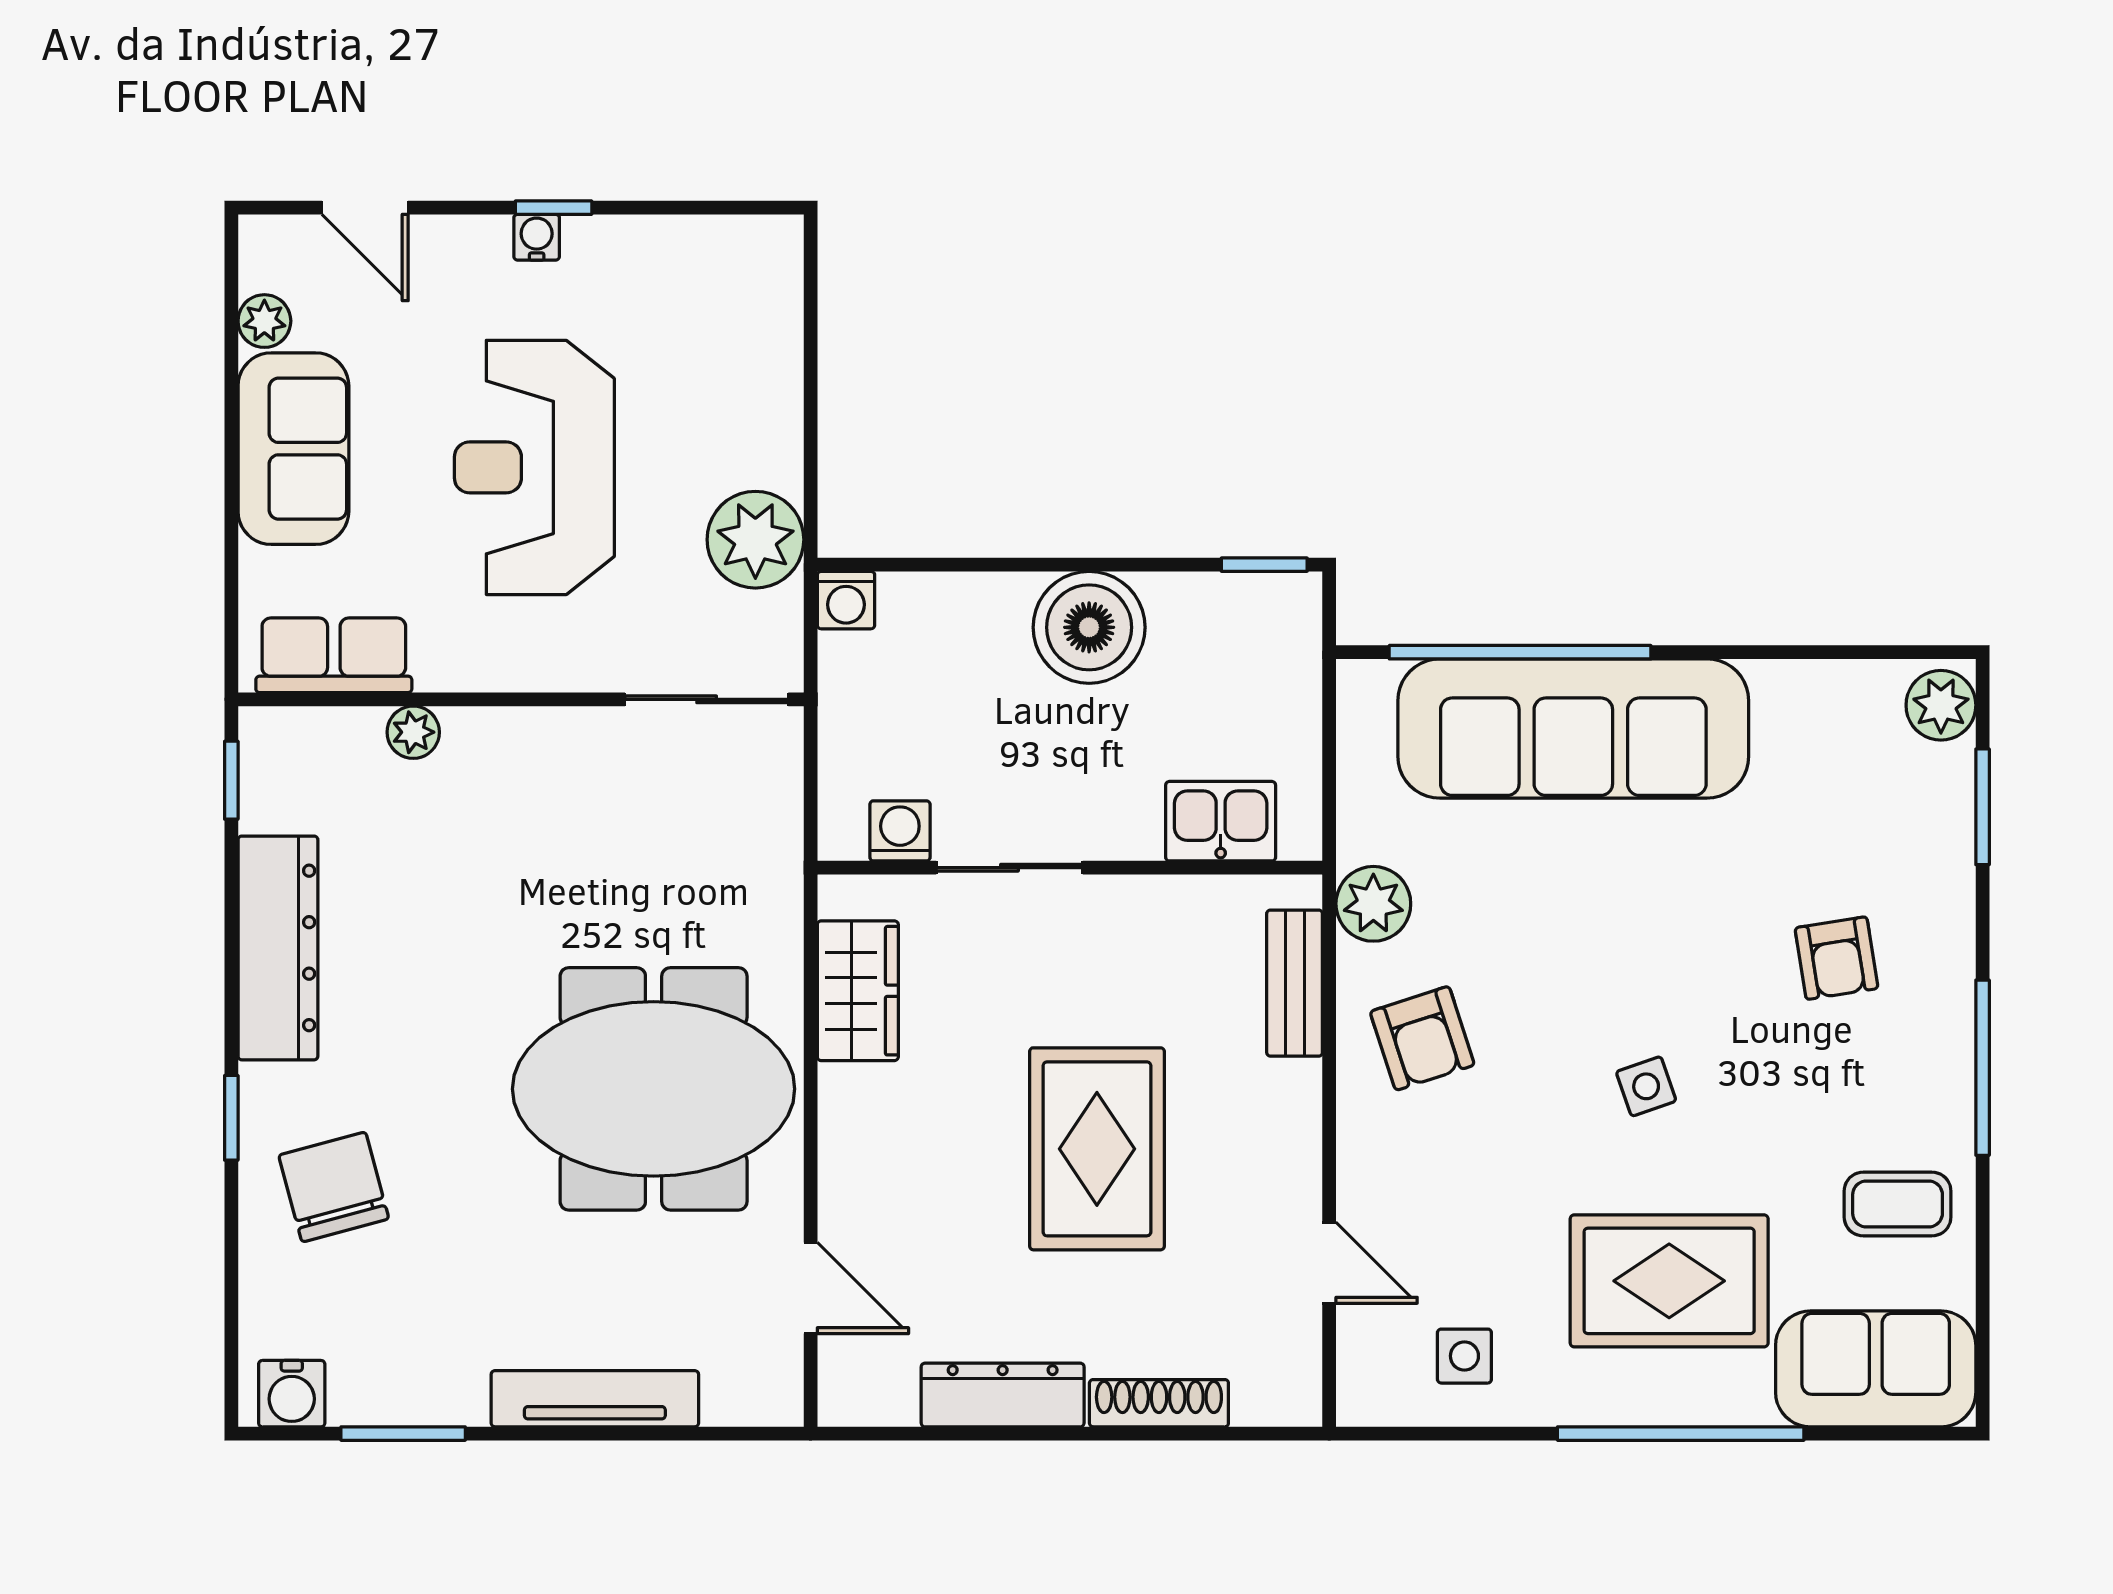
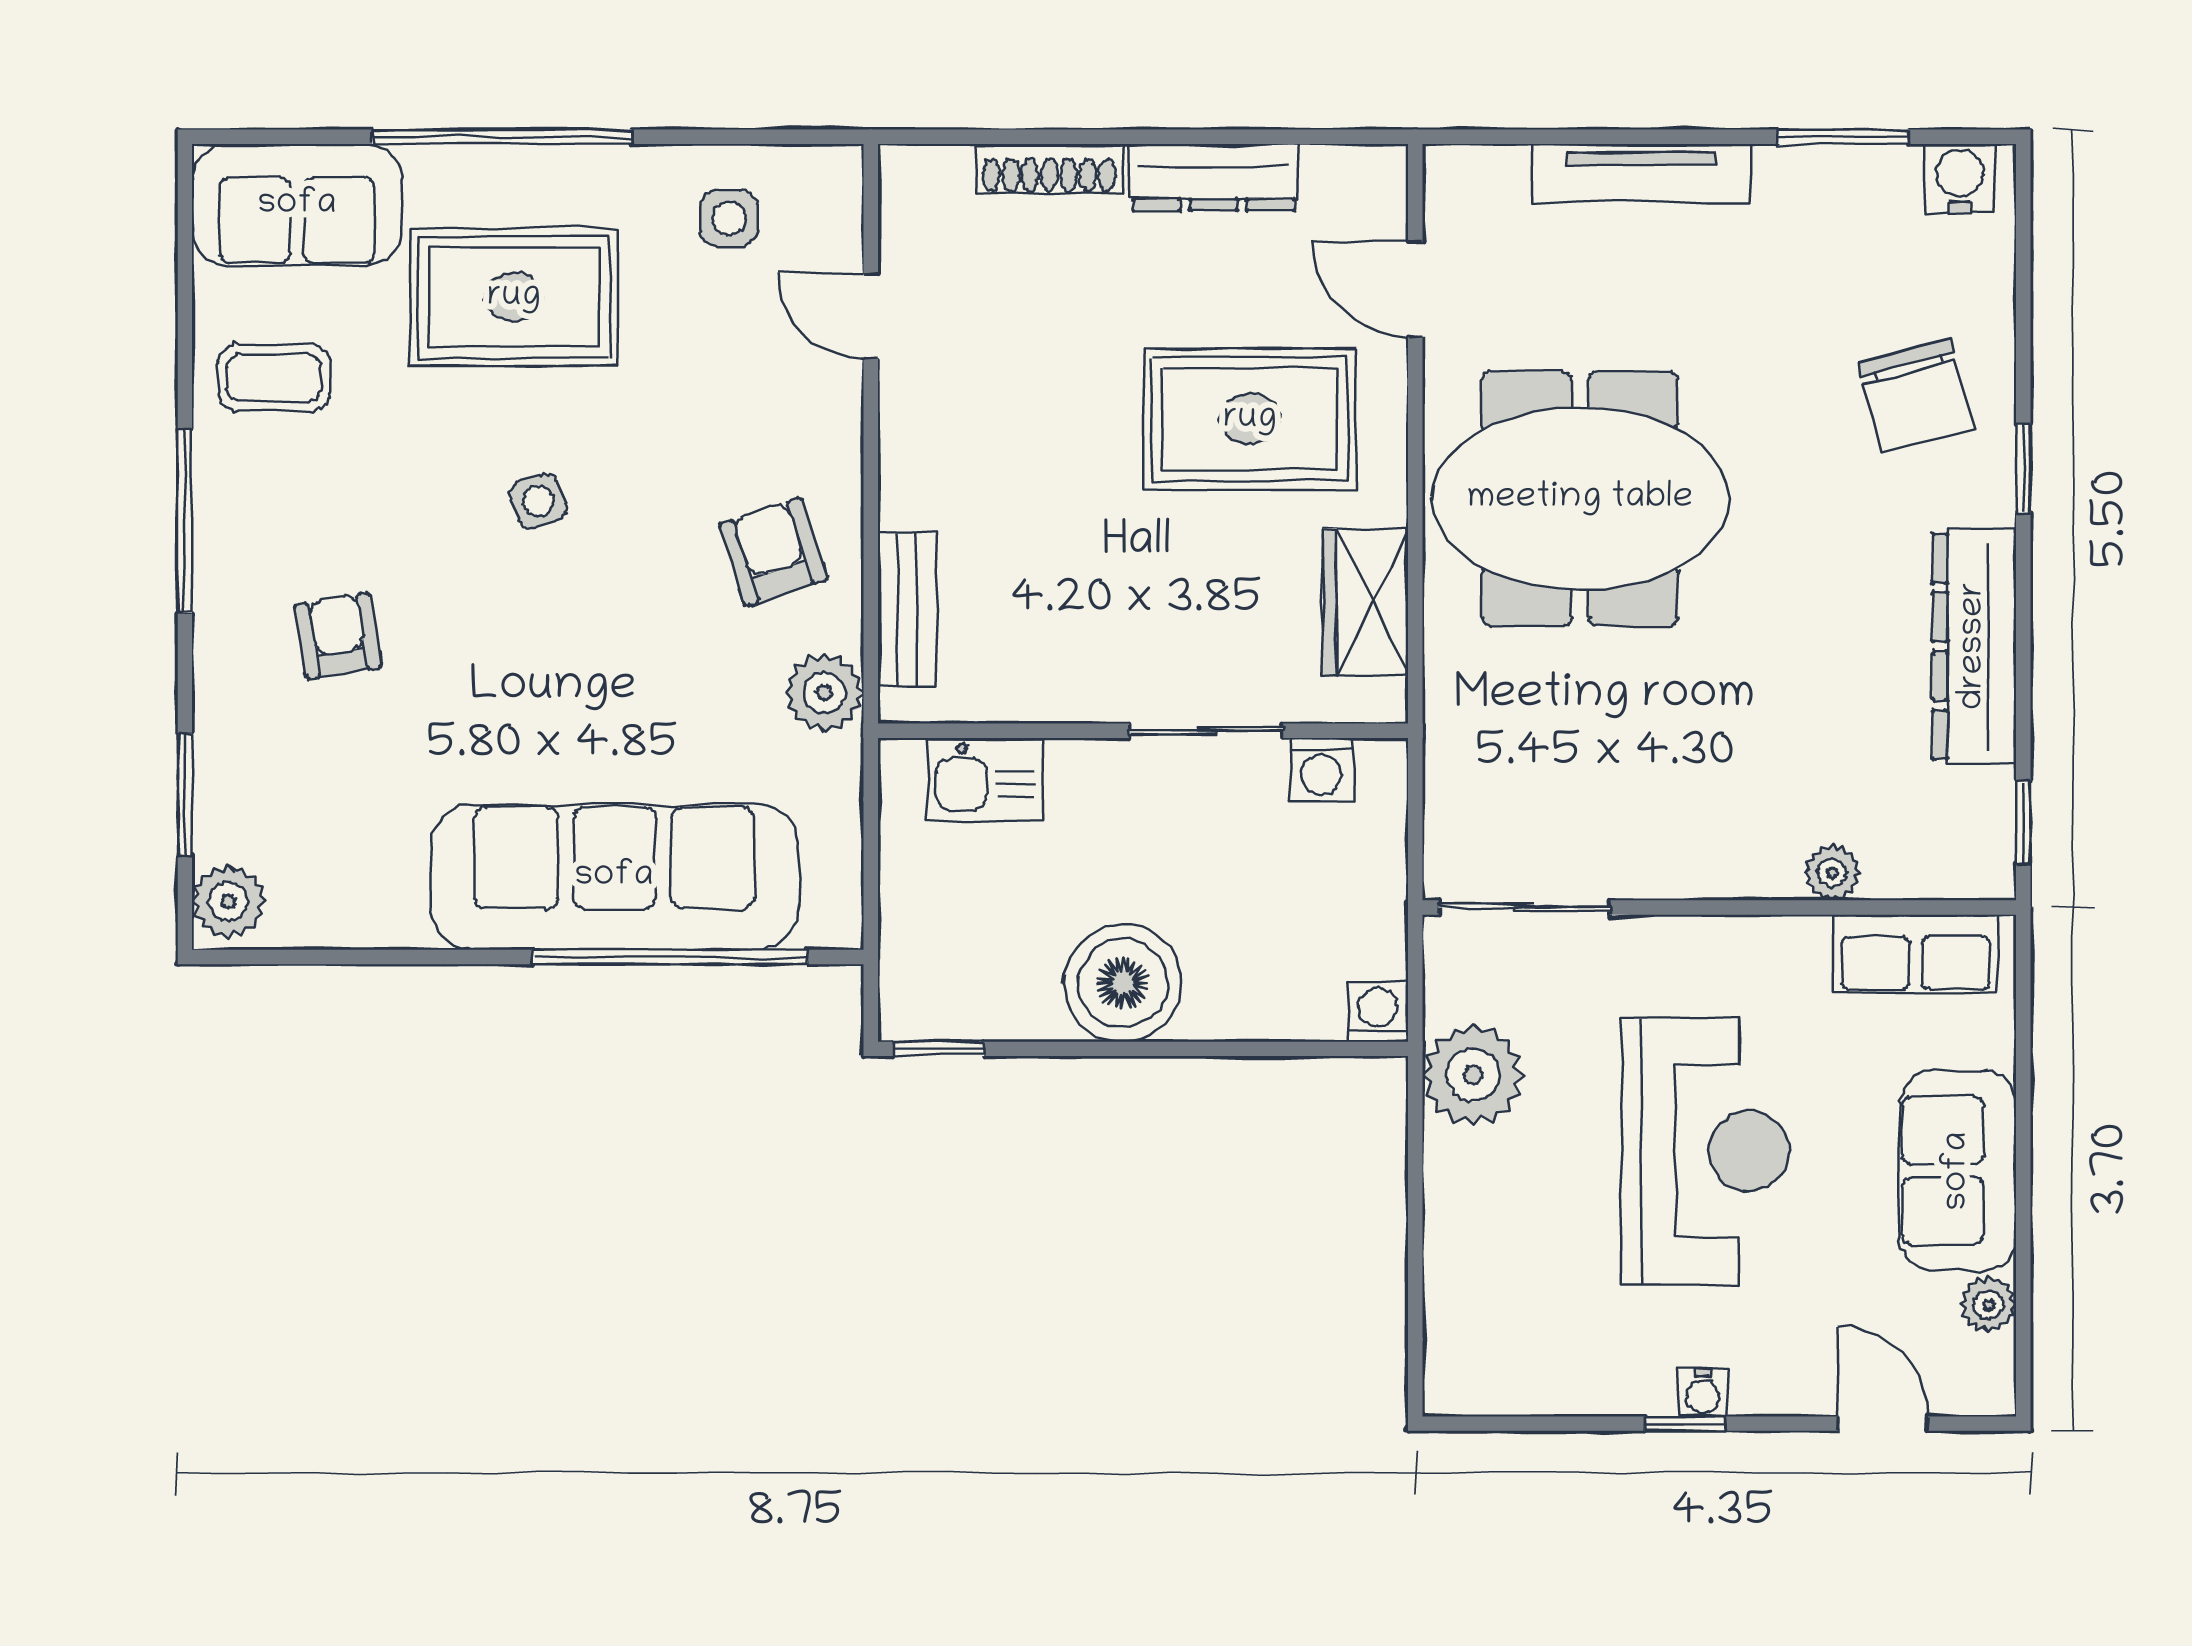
rug: (1097, 1149) -> (1250, 419), moved, turned 90

